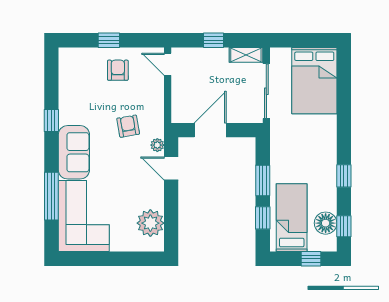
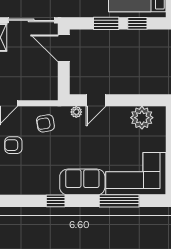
armchair: (128, 126) -> (45, 123), moved
door: (210, 130) -> (64, 48), moved

